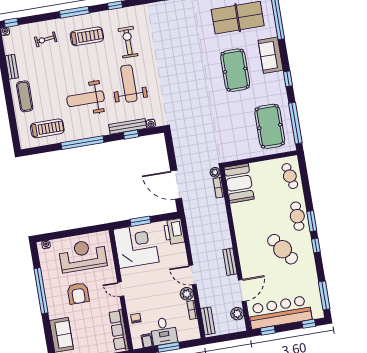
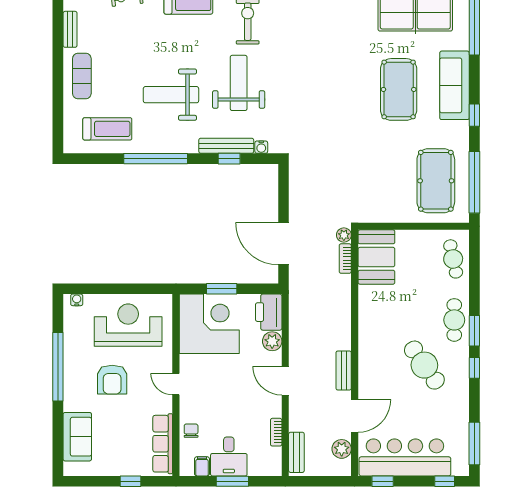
sofa: (271, 55) -> (455, 85), width x1.36
plant: (187, 294) -> (272, 341), moved

